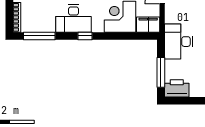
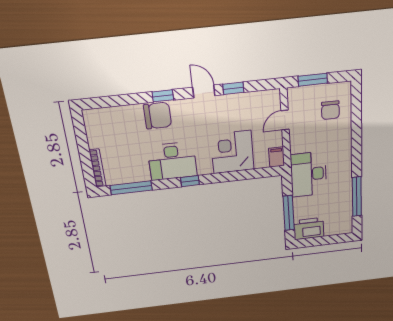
filing cabinet: (148, 25) -> (277, 157), width x0.50

